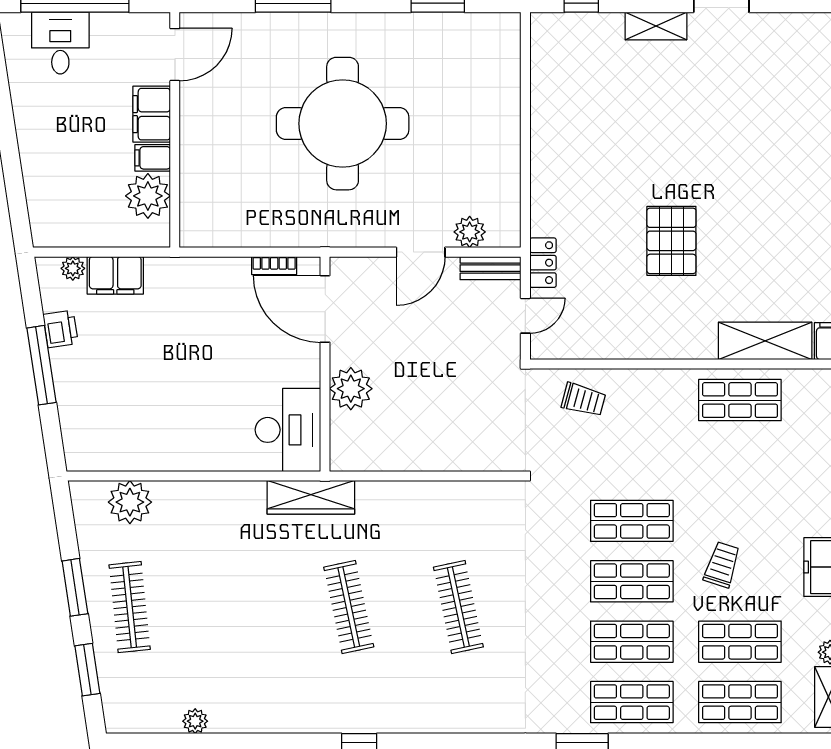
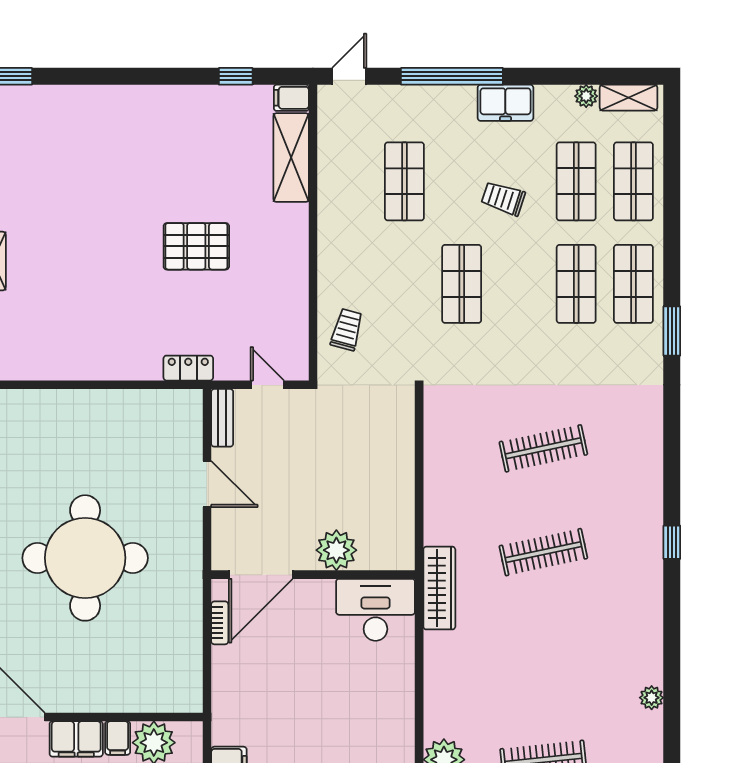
plant: (470, 232) -> (188, 438), removed
locker: (543, 263) -> (188, 368), moved
shop shelf: (740, 400) -> (404, 181), moved
shop shelf: (632, 581) -> (519, 284), removed

